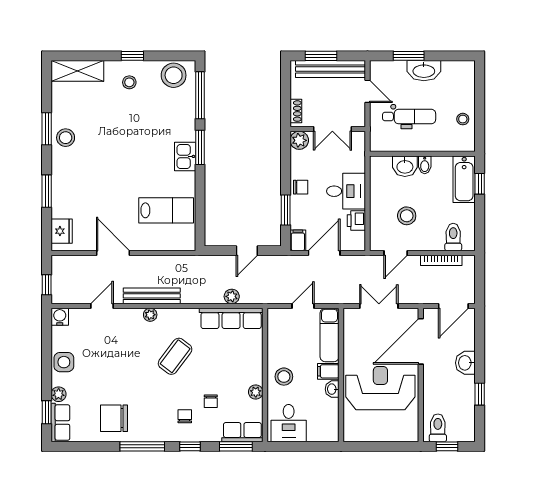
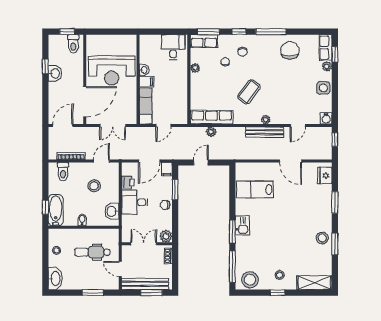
washbasin: (424, 71) -> (55, 279), moved, turned 90
washbasin: (405, 166) -> (112, 211), moved, turned -90
washbasin: (465, 363) -> (55, 73), moved
stool: (284, 377) -> (176, 78), removed
chair: (114, 418) -> (290, 50), turned -90

